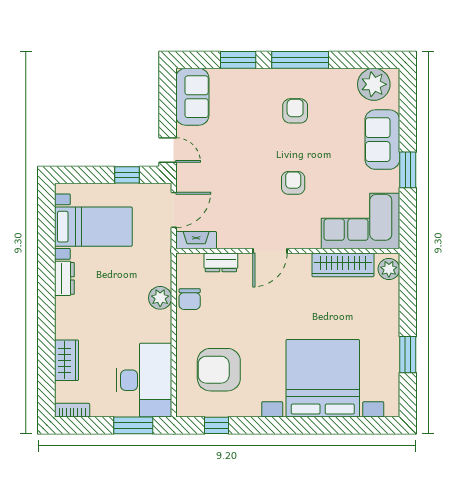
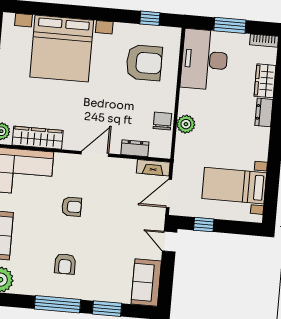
armchair: (293, 183) -> (72, 207), turned -90
dresser: (64, 278) -> (264, 112), moved
window: (133, 425) -> (230, 25), moved

